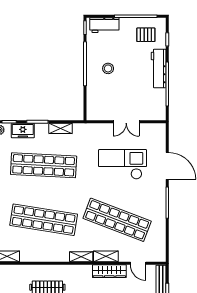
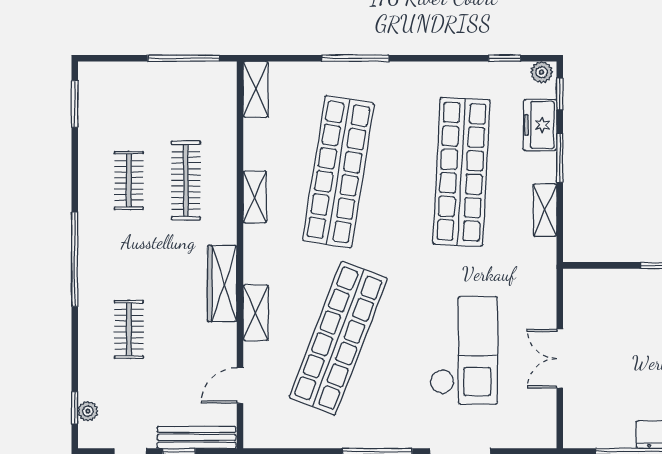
shelving: (81, 257) -> (255, 197), moved
wardrobe: (109, 271) -> (222, 284), moved

